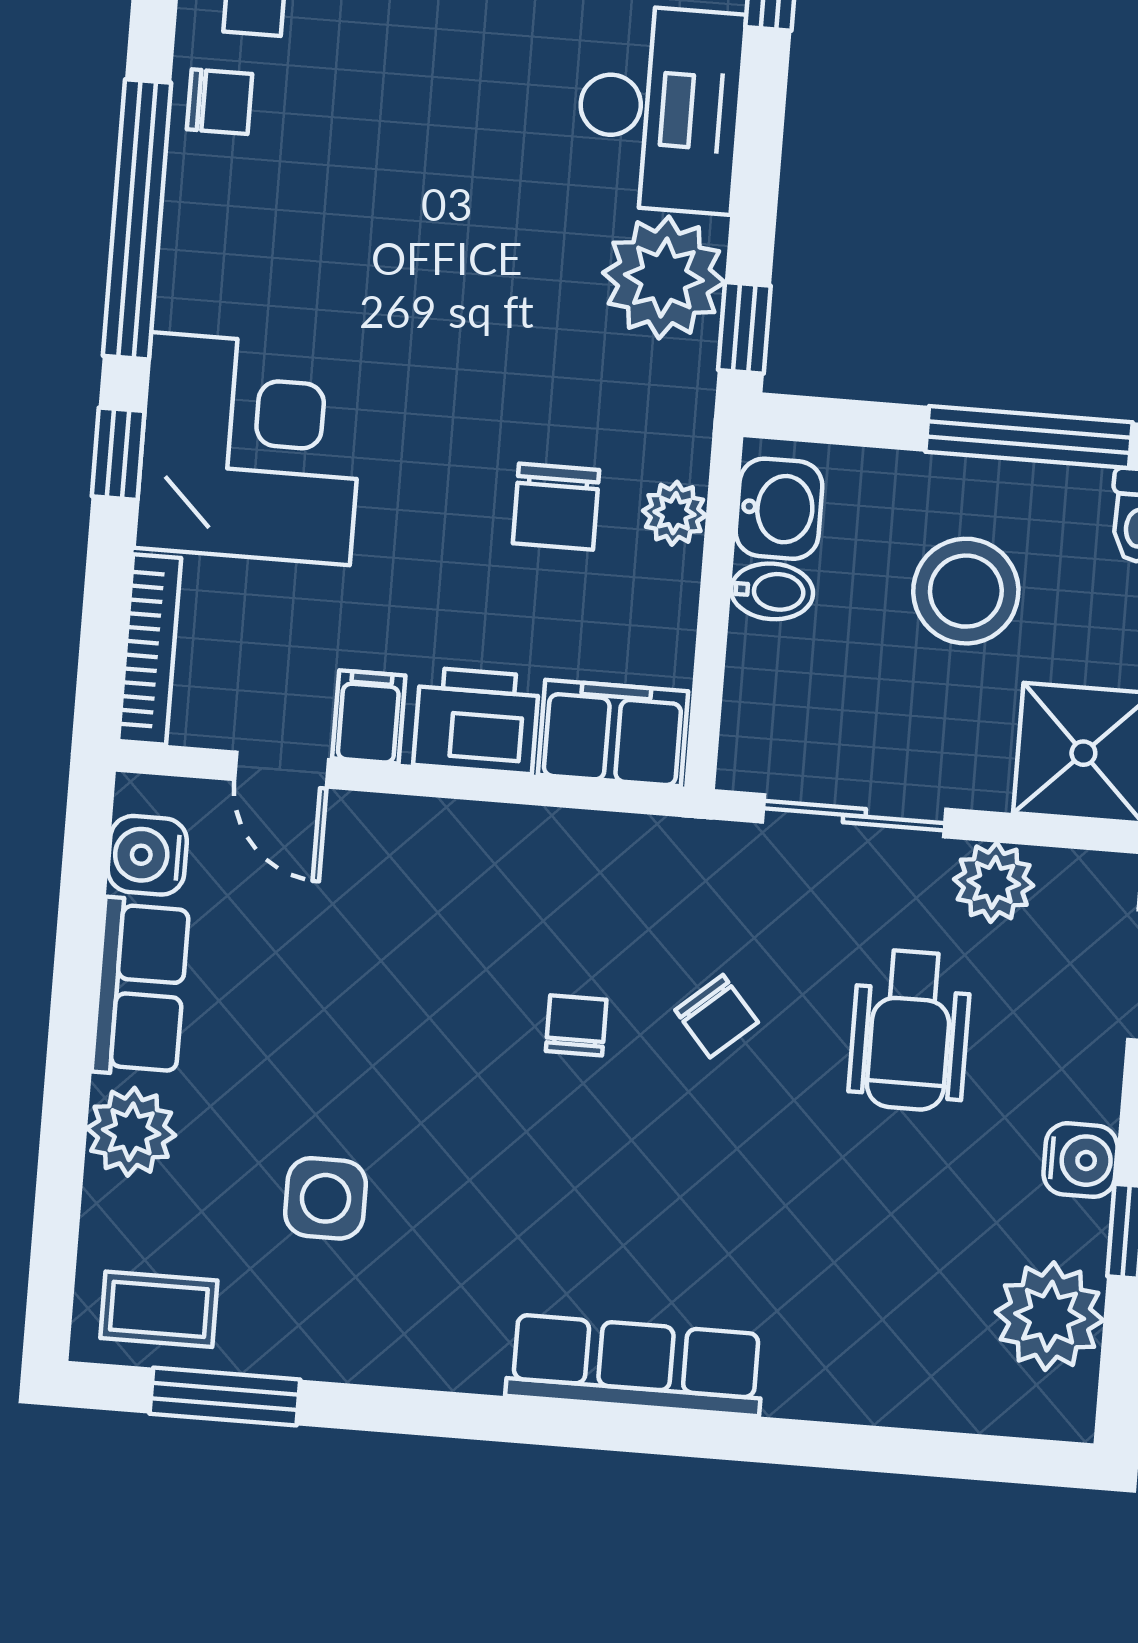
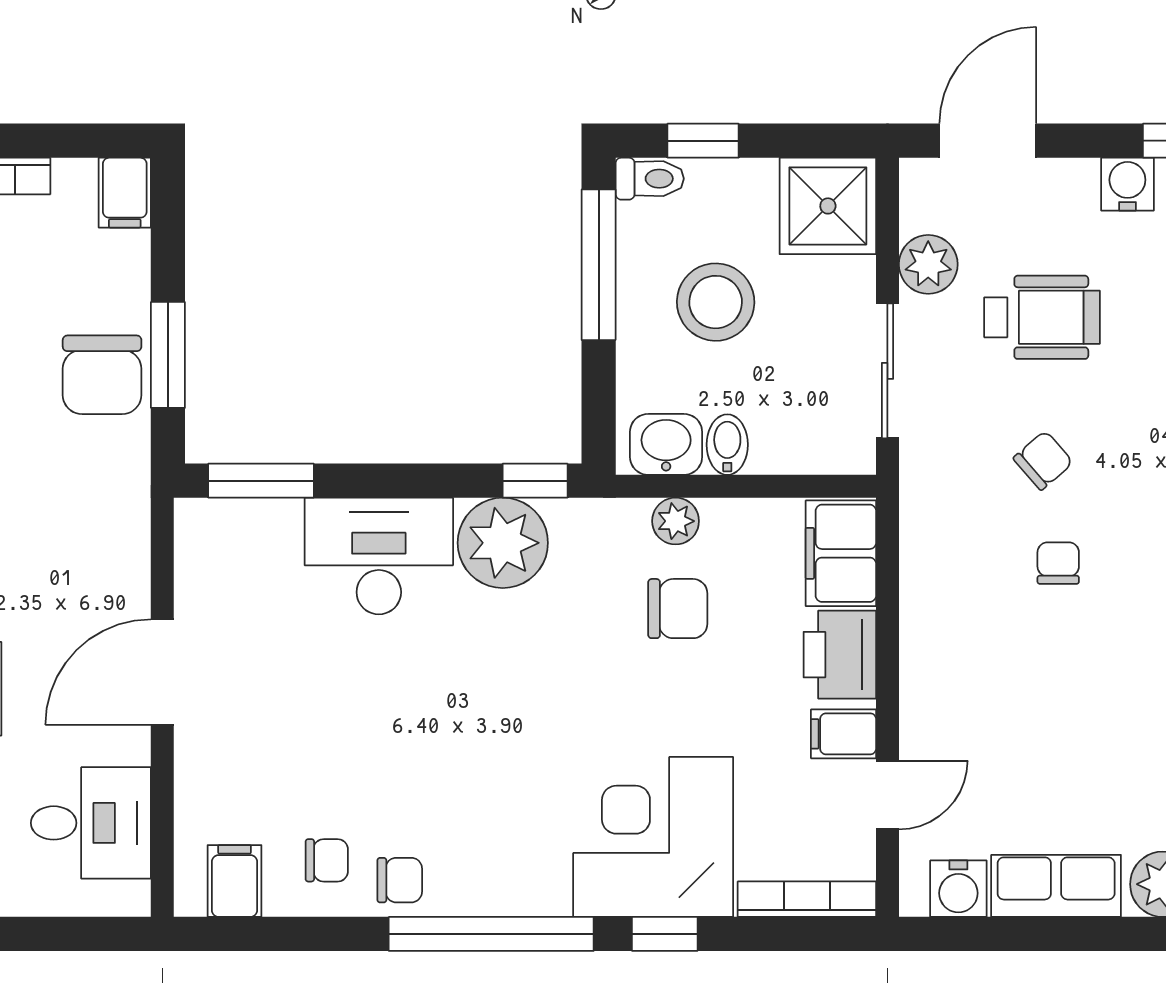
chair: (220, 102) -> (400, 880), turned 90
chair: (576, 1025) -> (1058, 563), turned 90

